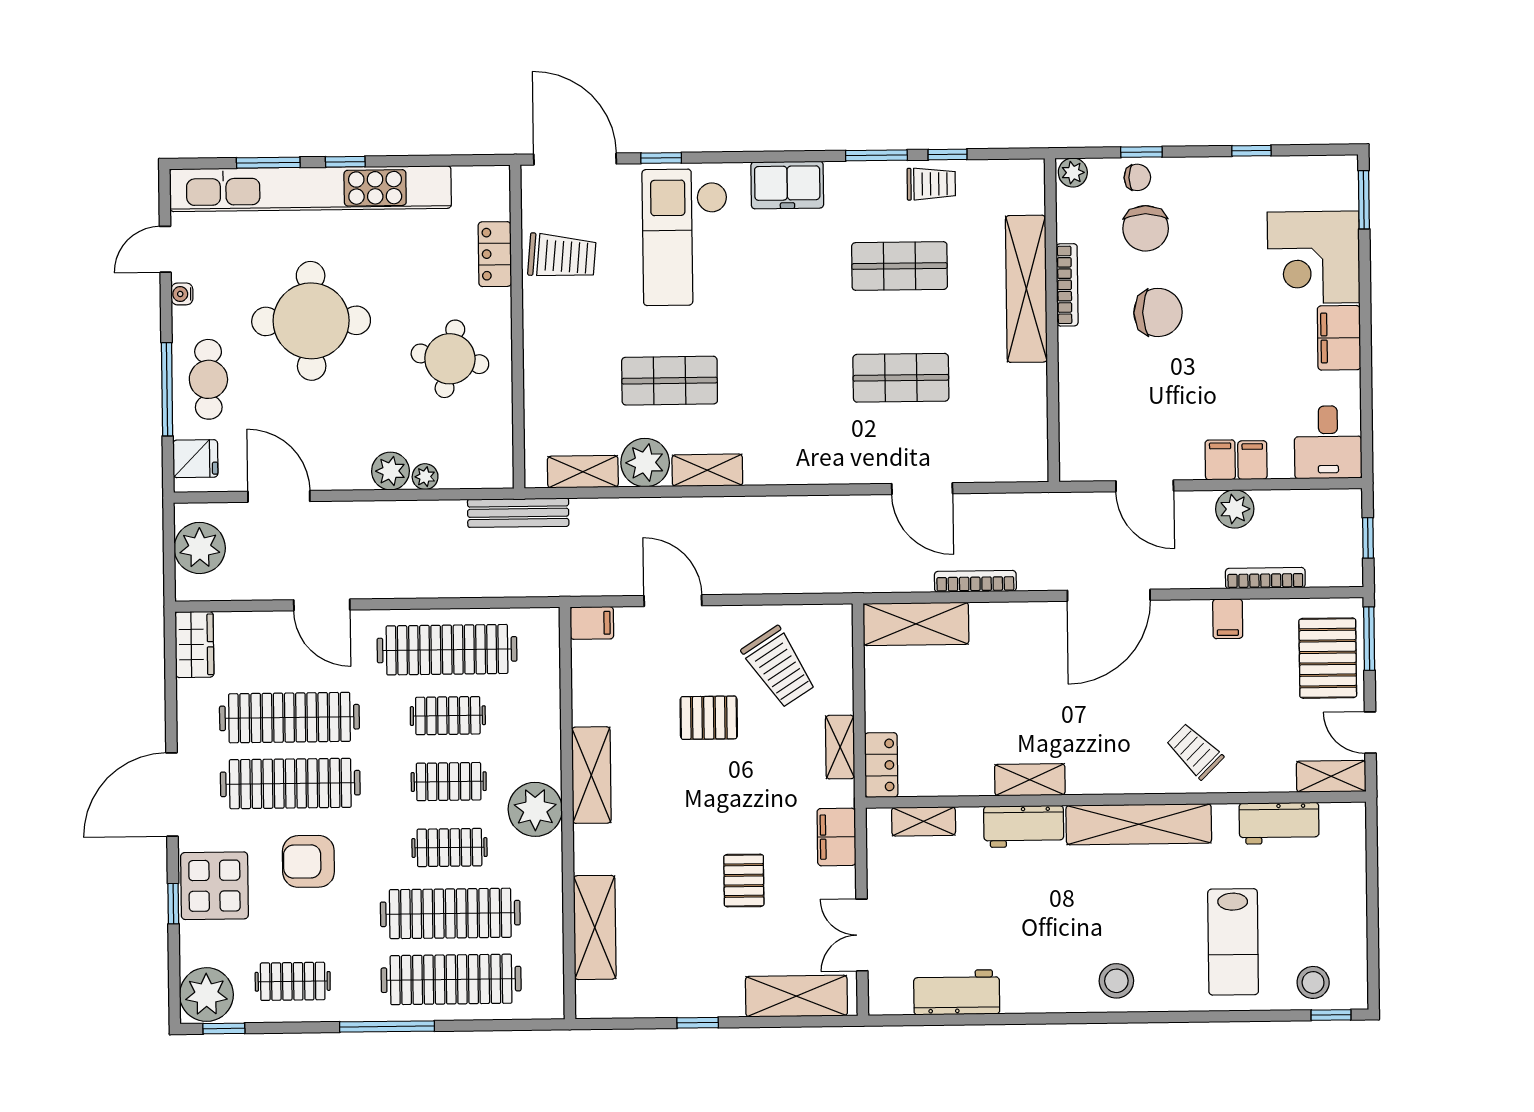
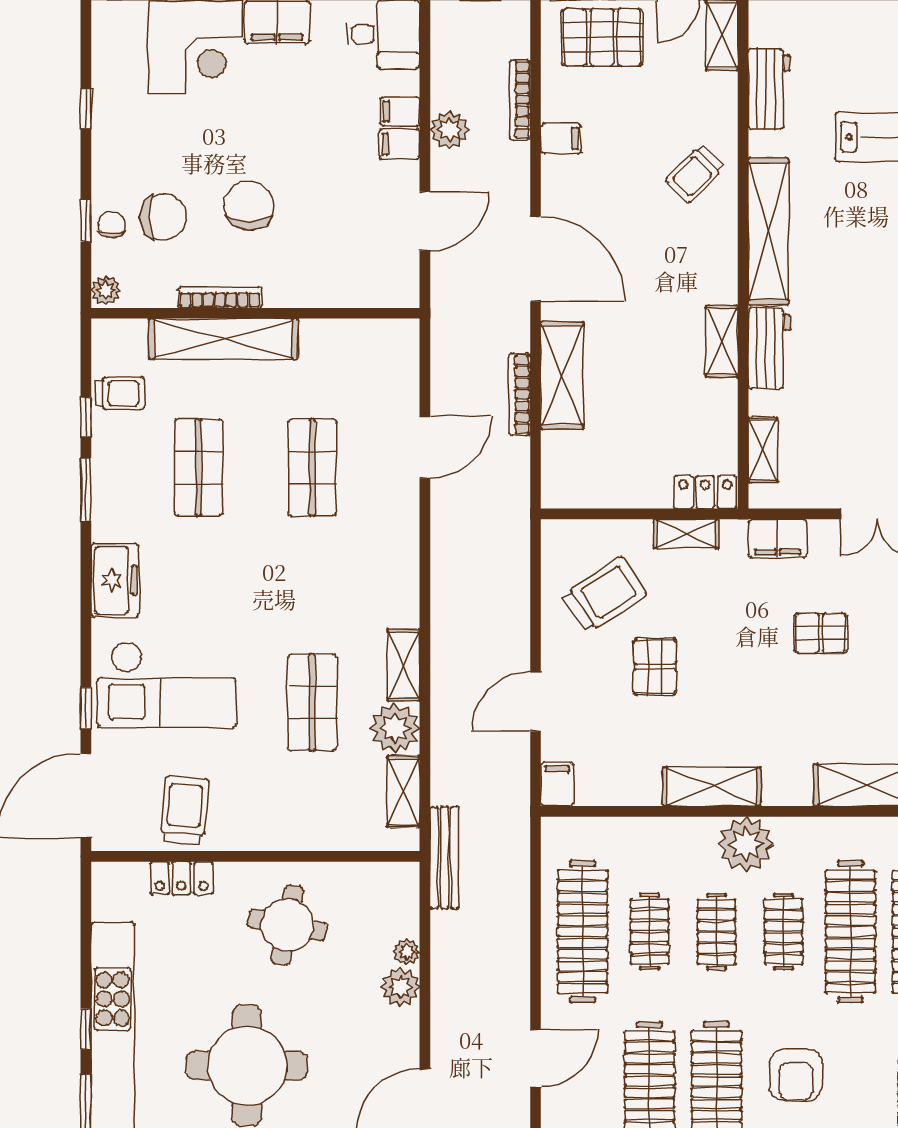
trolley: (931, 184) -> (120, 393), moved, turned 90
shelving: (916, 624) -> (562, 375), moved

